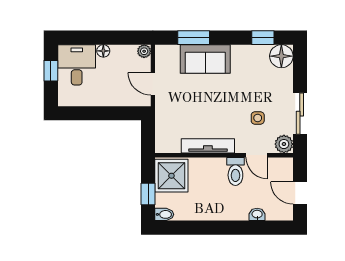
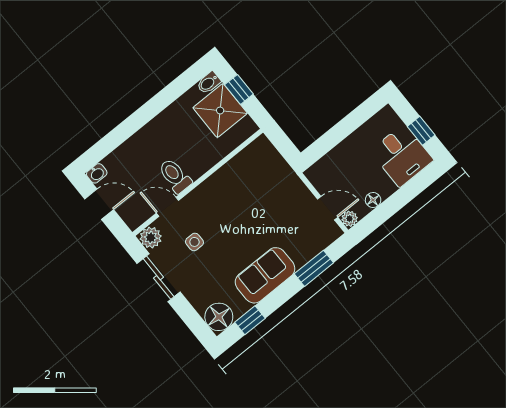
floor lamp: (103, 51) -> (373, 200), moved
sofa: (205, 59) -> (265, 275), moved
door: (153, 84) -> (328, 208), moved
tv unit: (208, 146) -> (220, 179), removed
shower: (171, 176) -> (220, 110), moved
washbasin: (257, 214) -> (97, 173), moved

